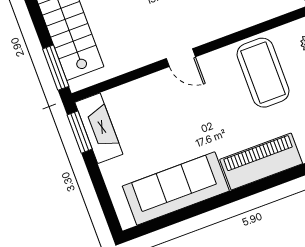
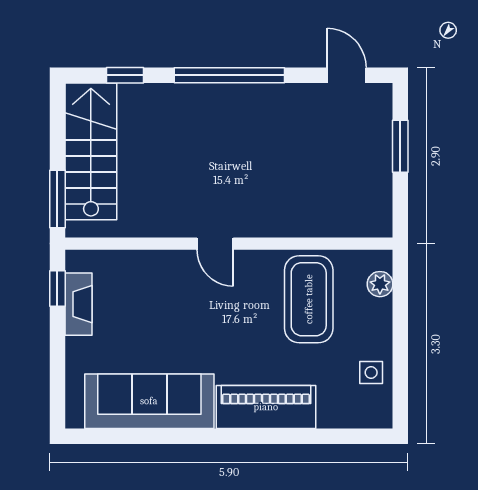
fireplace: (99, 128) -> (78, 304), width x0.73, depth x0.76
window: (80, 132) -> (57, 288), width x0.67

